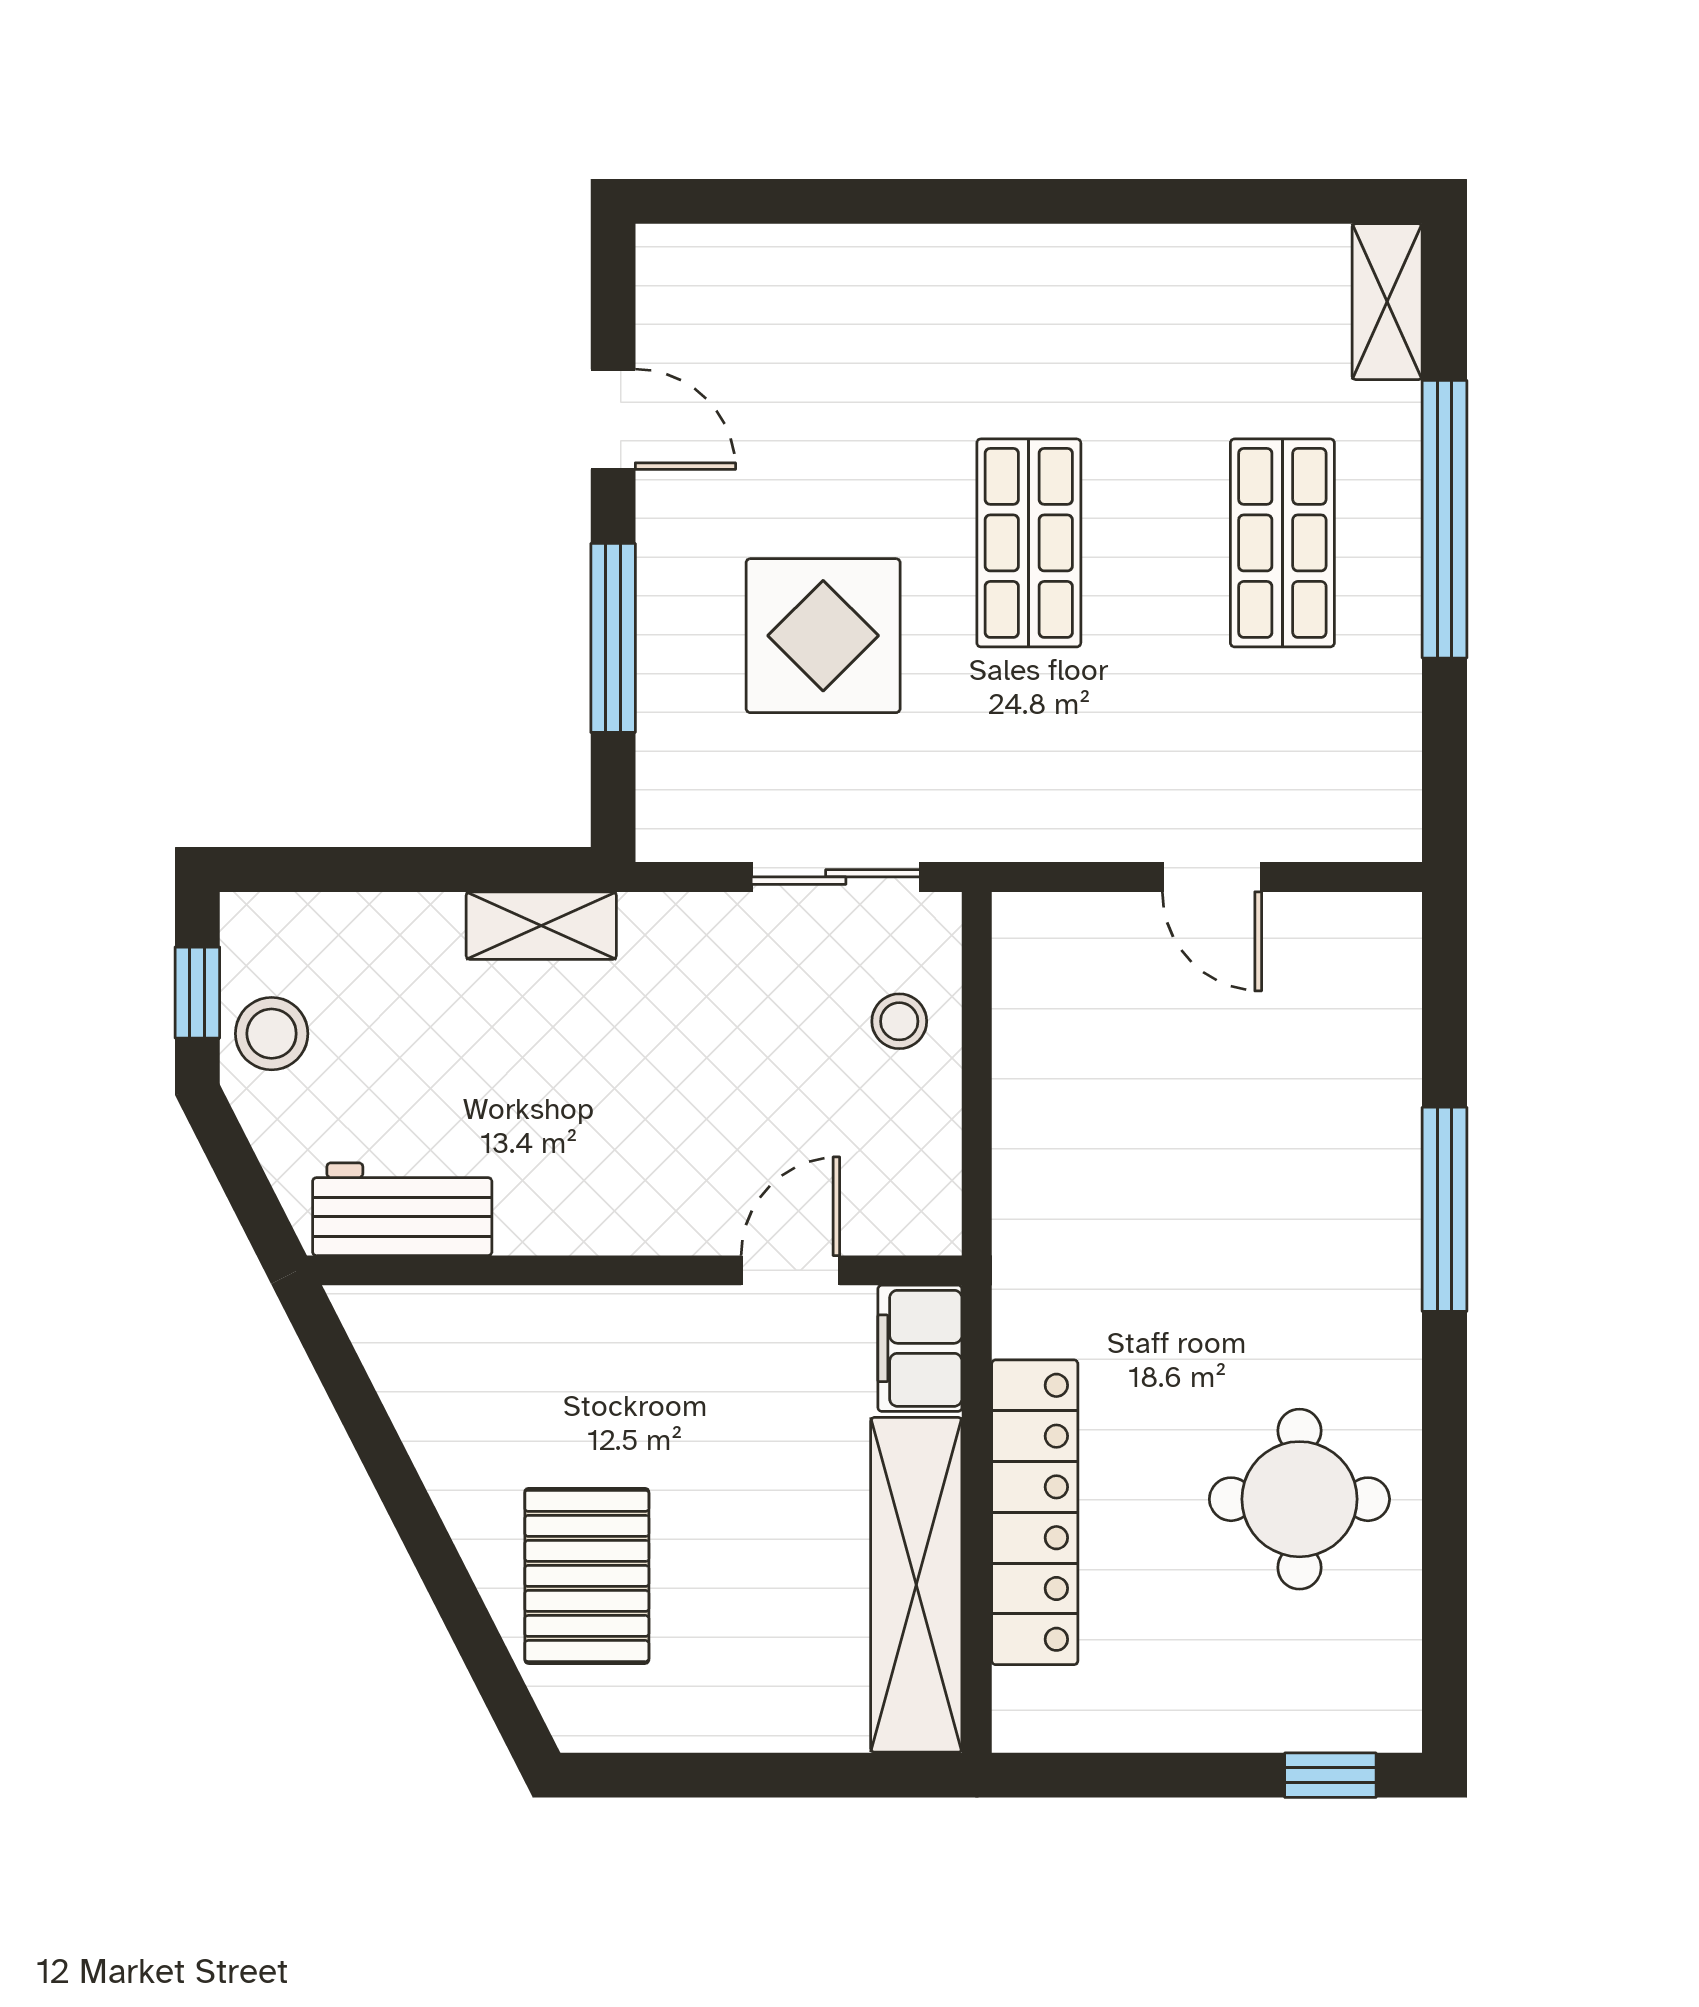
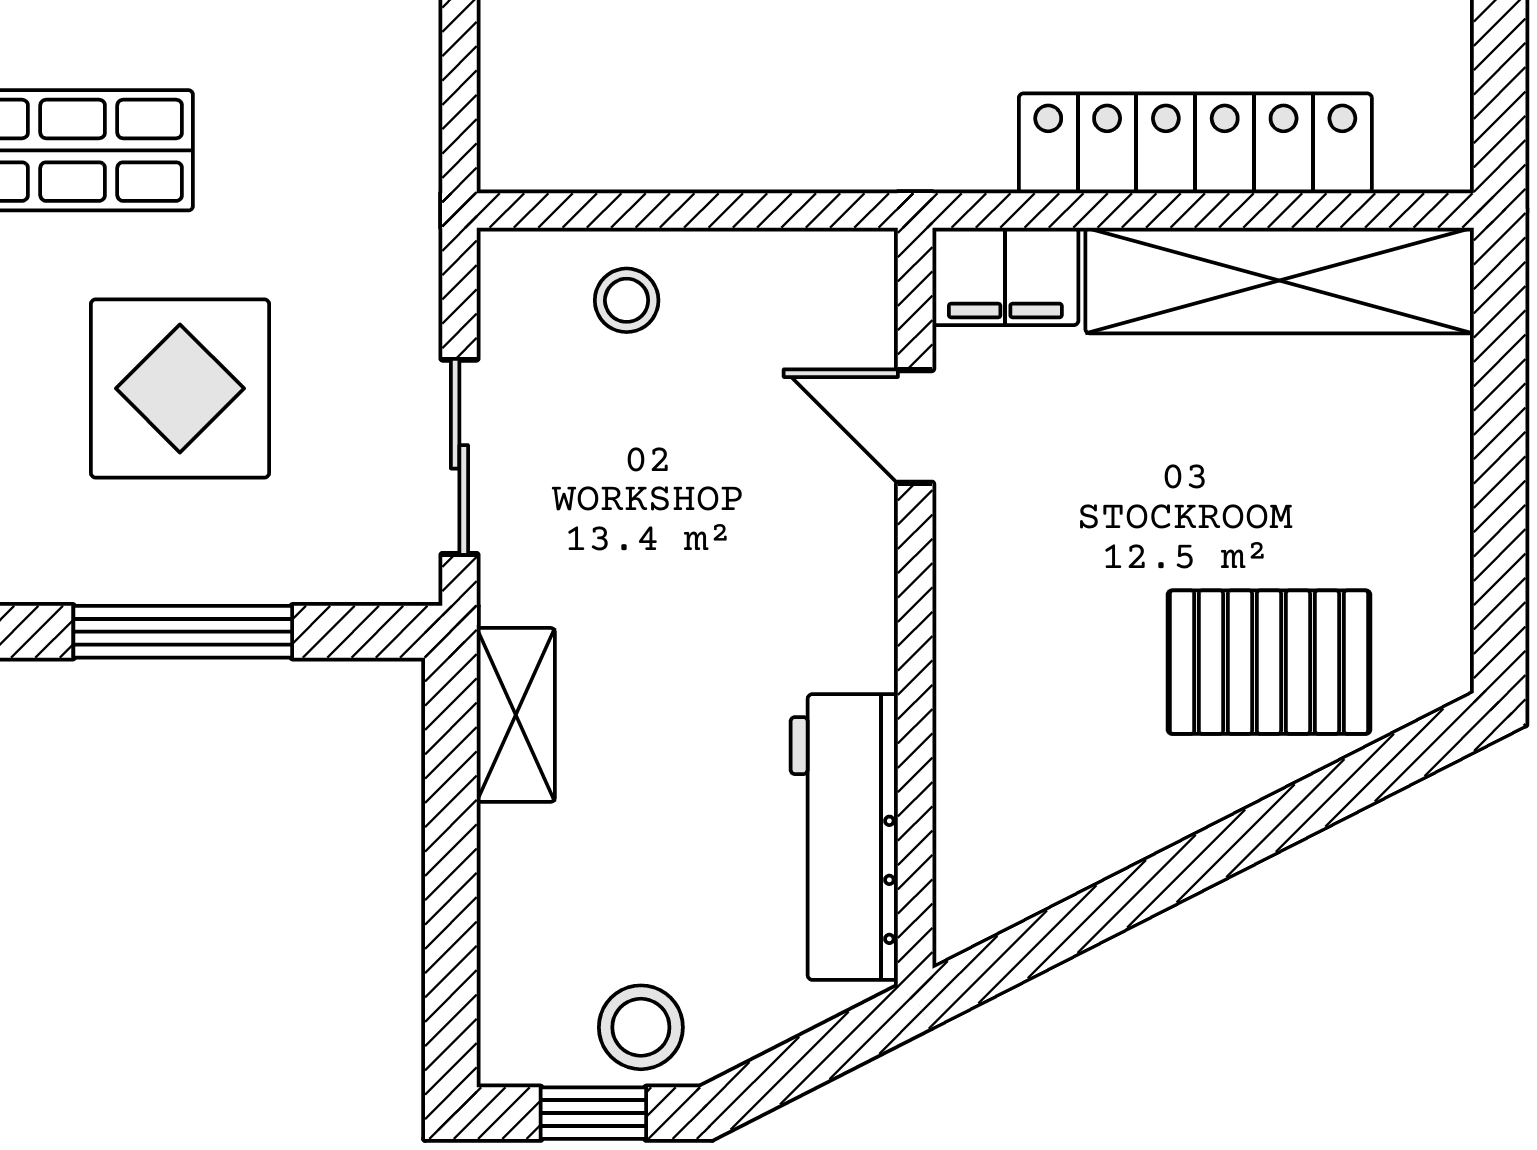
sliding door: (836, 877) -> (459, 457), moved
workbench: (402, 1209) -> (844, 837), width x1.38

